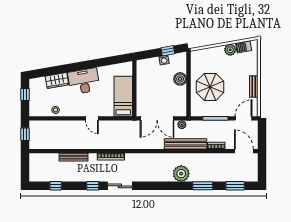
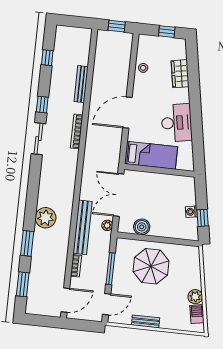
boiler: (180, 79) -> (142, 227), moved
desk: (84, 81) -> (177, 123), moved
door: (92, 118) -> (127, 113), width x1.87
door: (244, 118) -> (107, 304), hinge flipped

